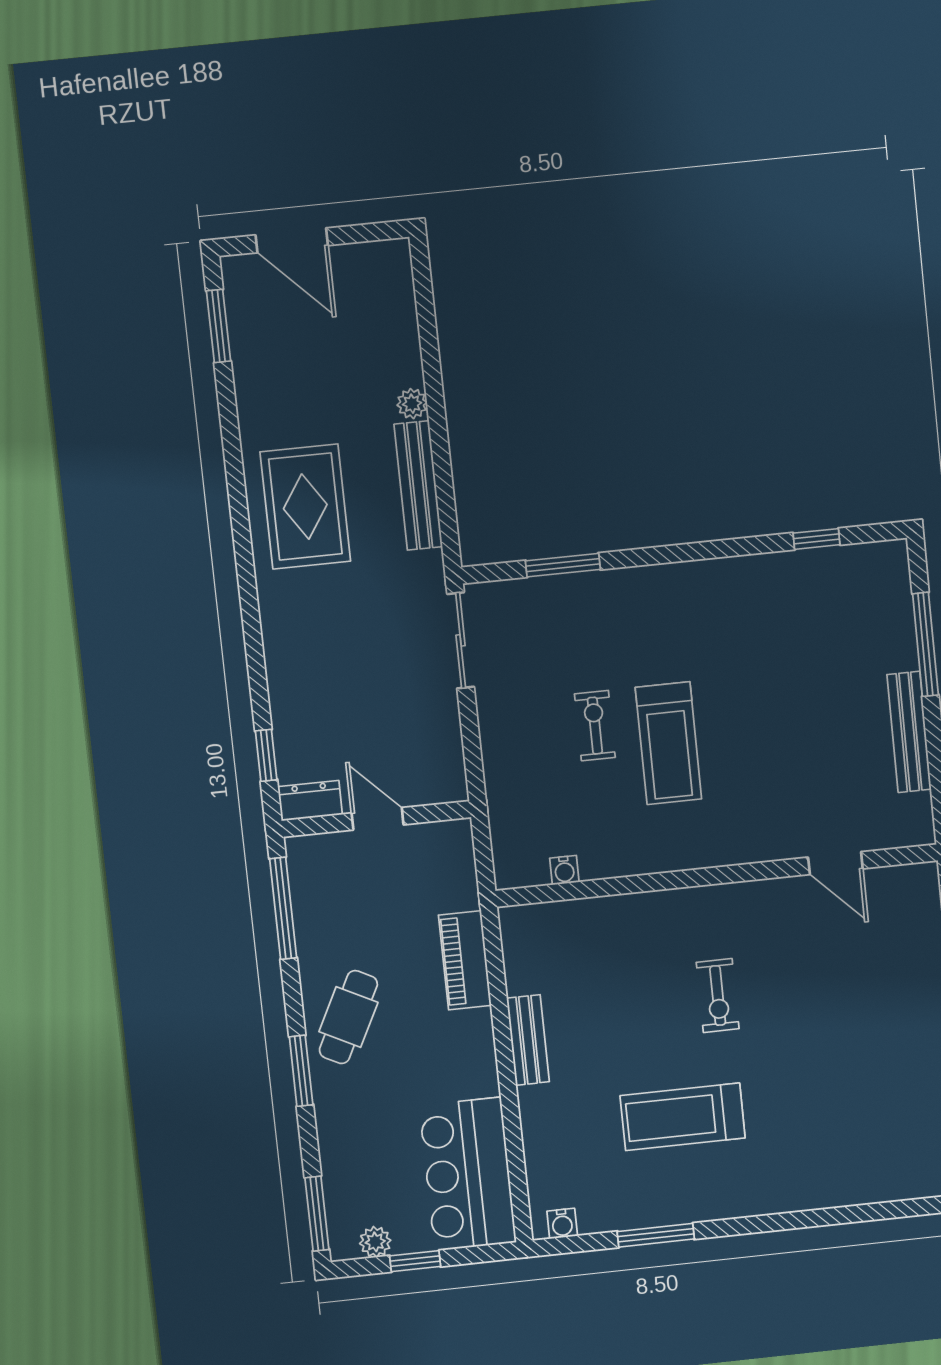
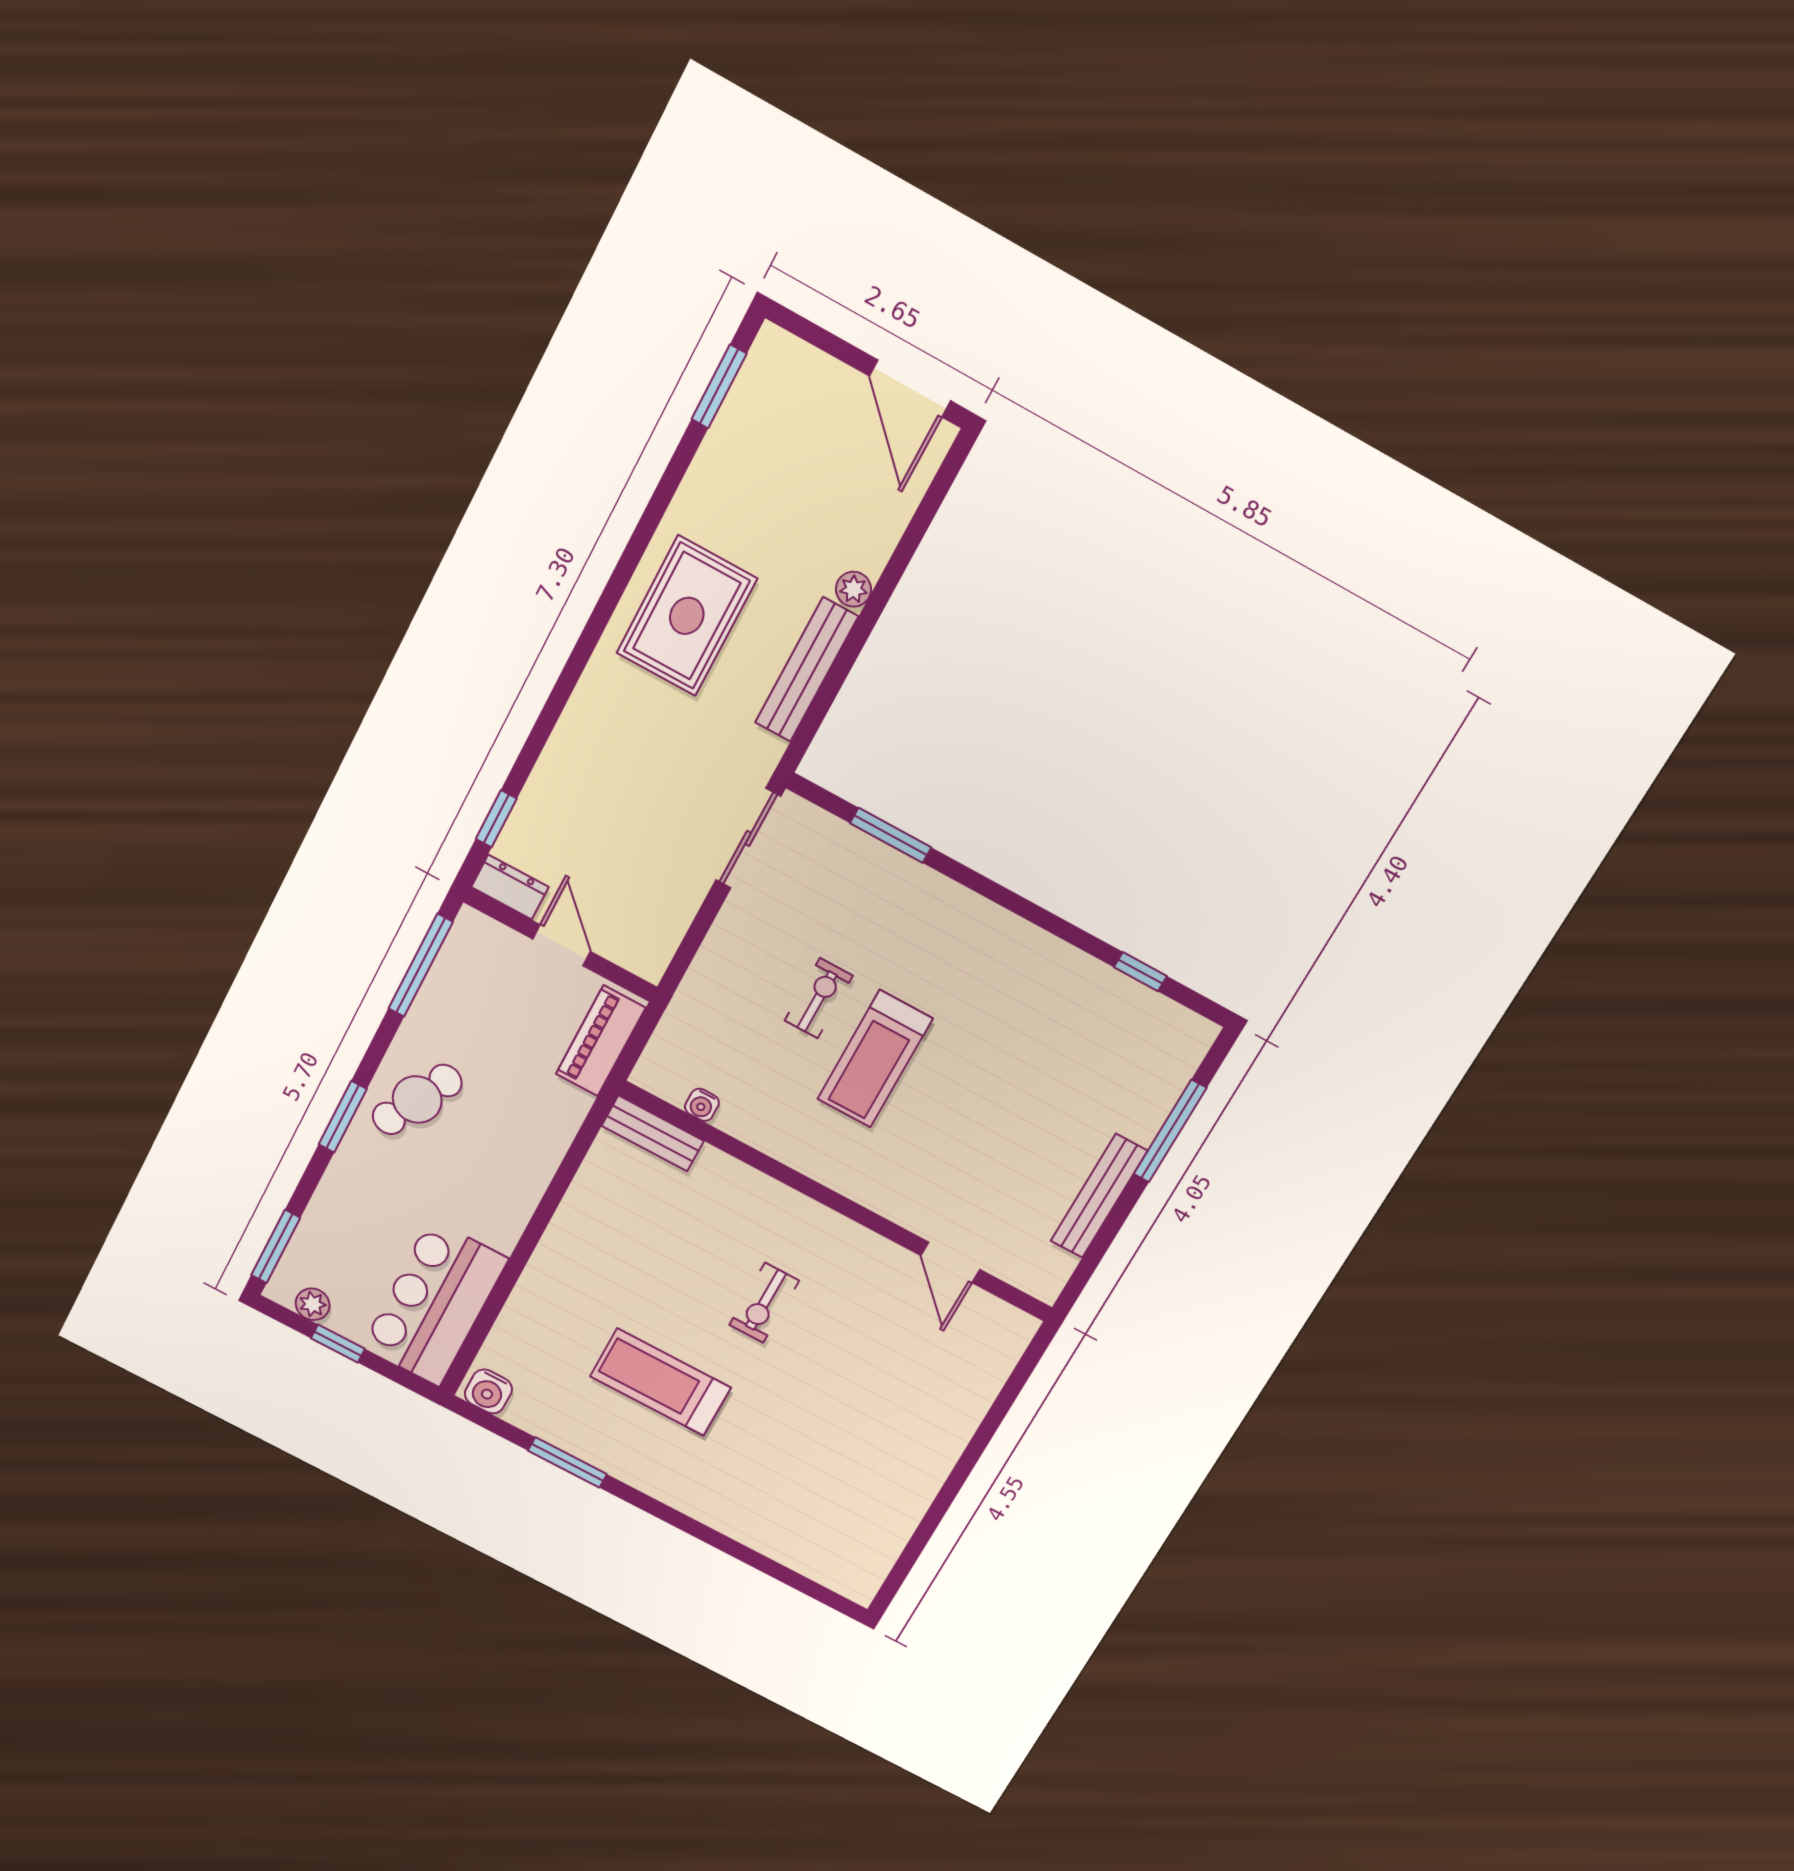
door: (292, 240) -> (910, 388), moved
piano: (465, 960) -> (601, 1041), moved
bench: (528, 1040) -> (653, 1133), moved, turned 90
water cooler: (562, 1224) -> (488, 1391), width x1.38, depth x1.38

